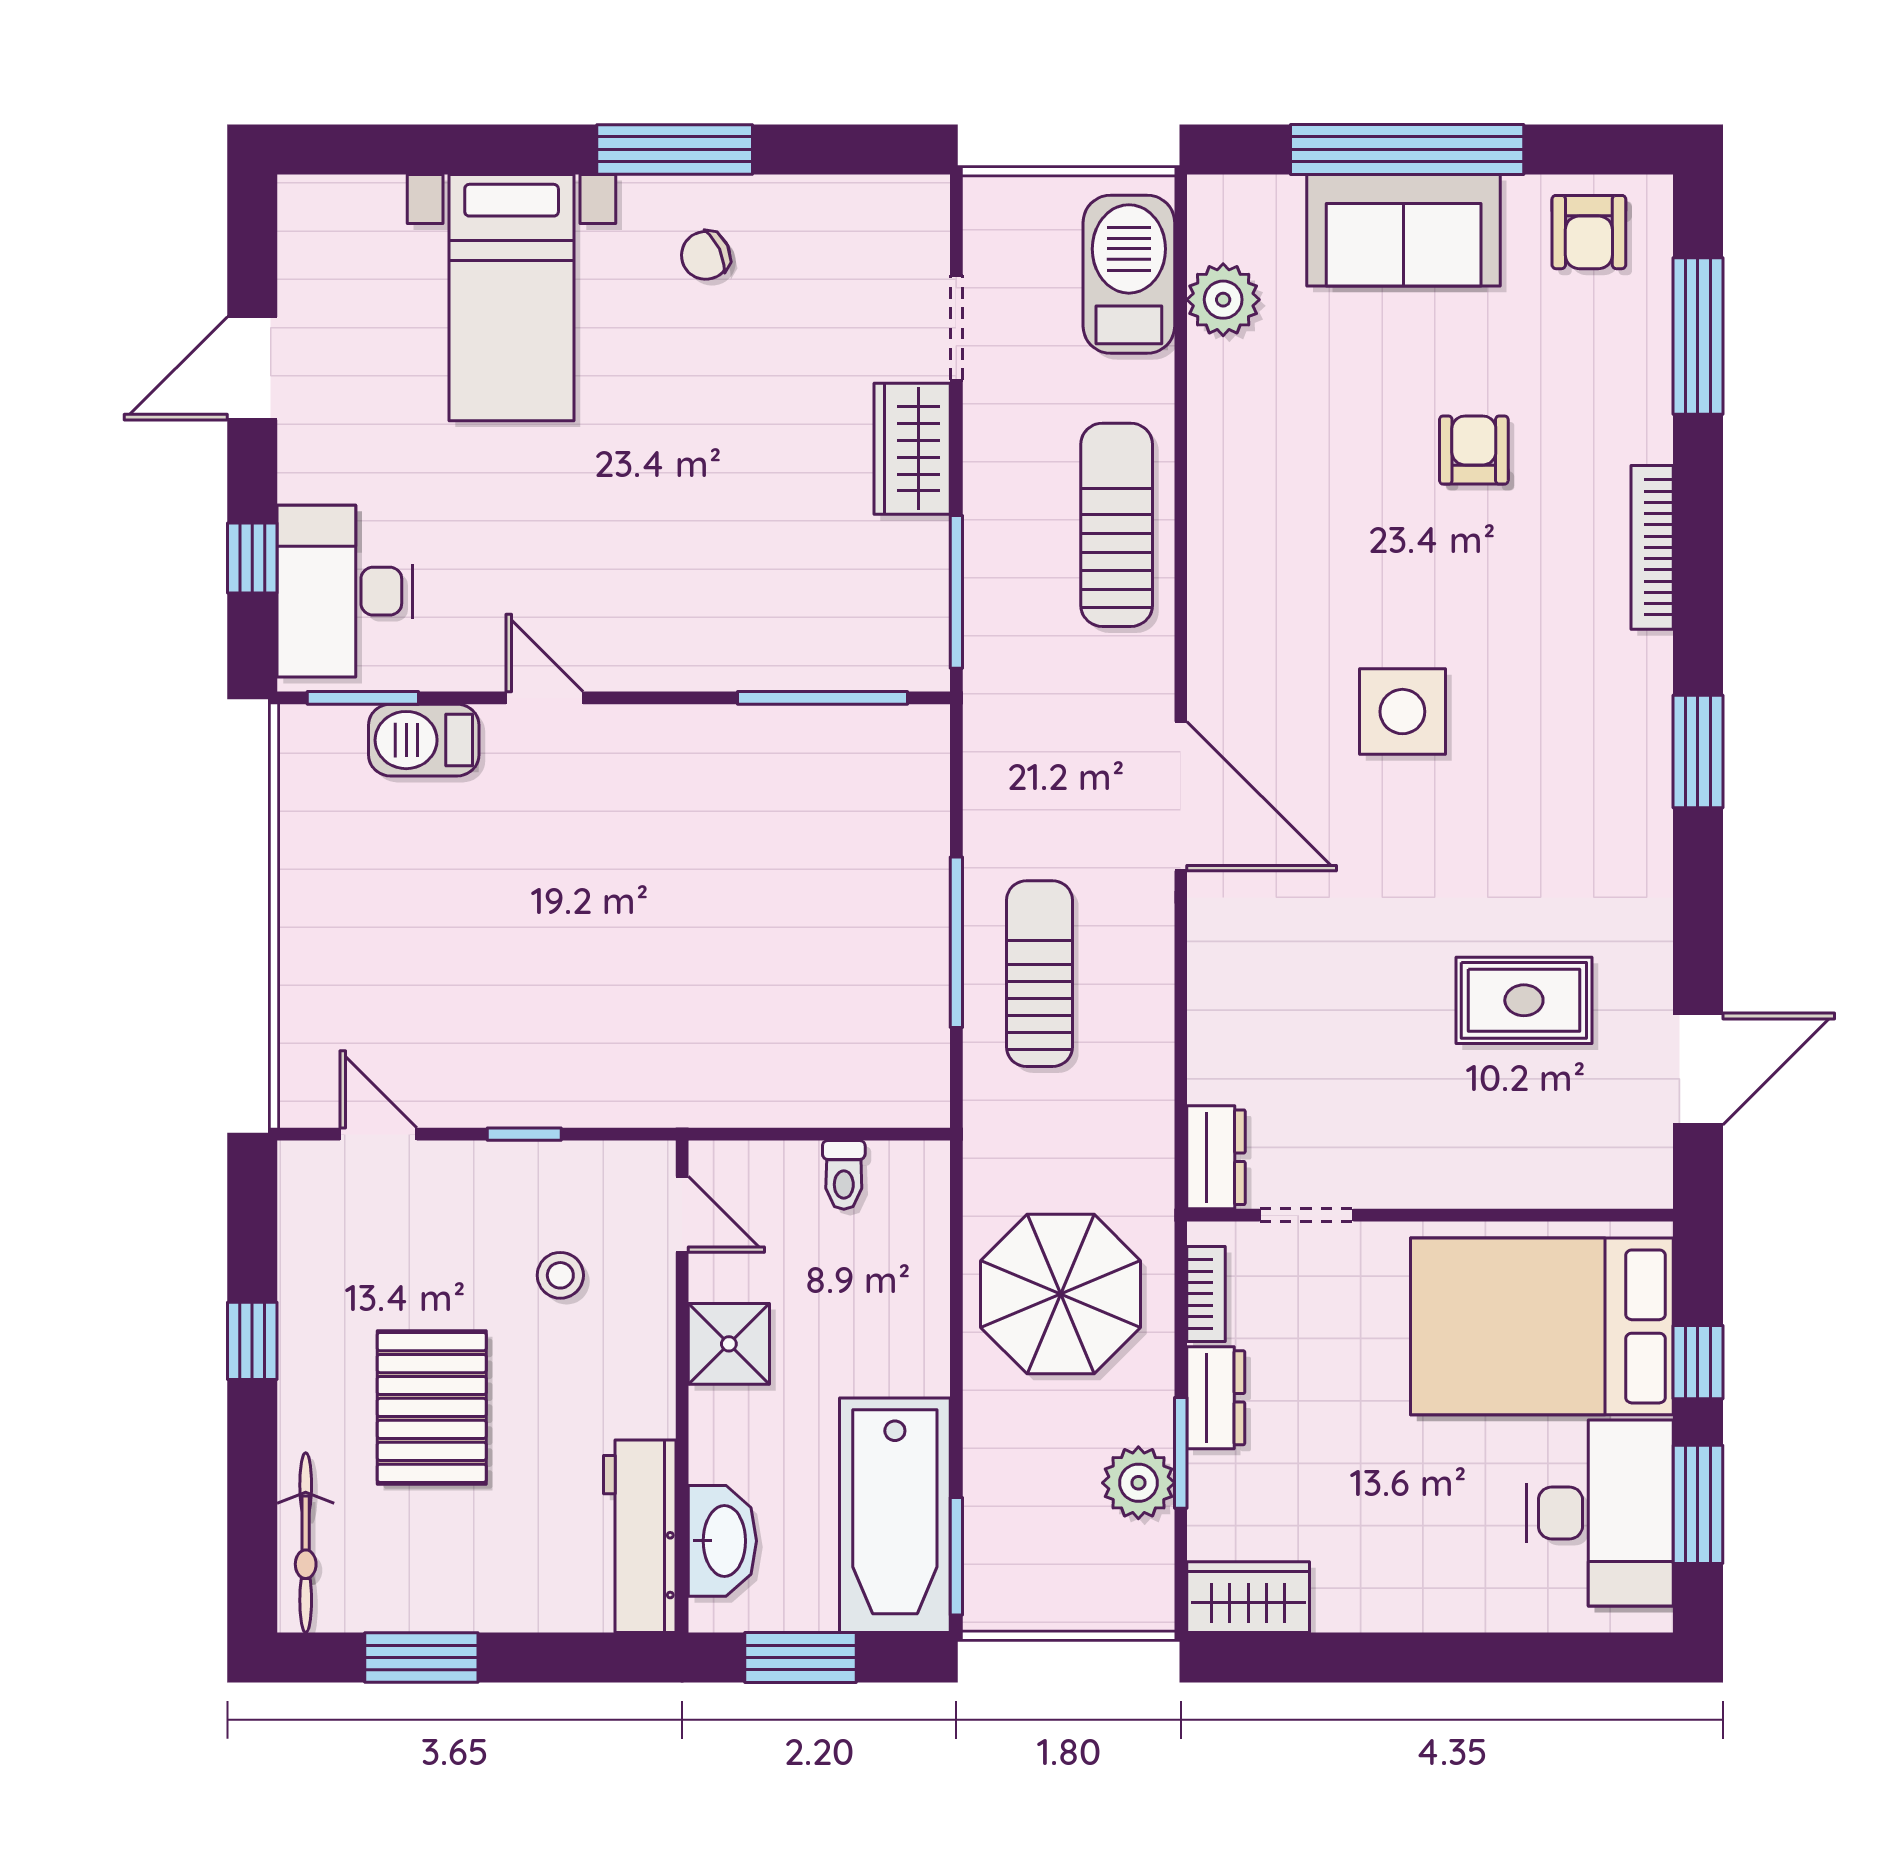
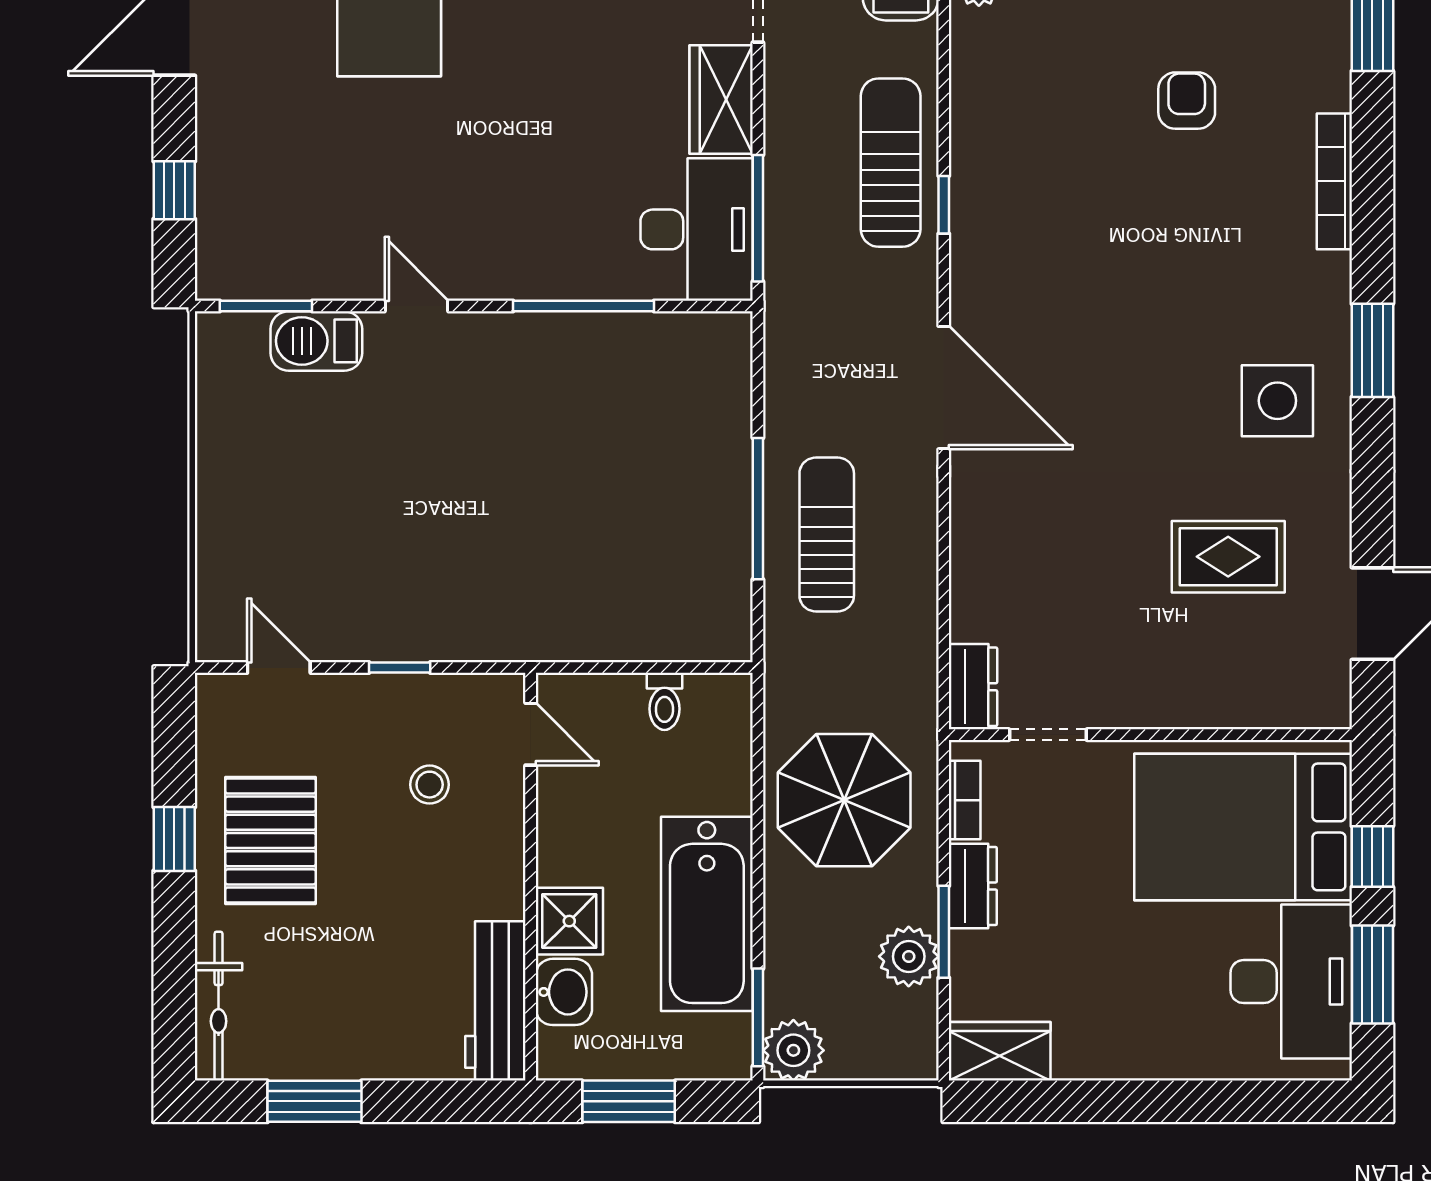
window: (1181, 576) -> (944, 205), added
desk: (345, 591) -> (697, 229), moved, turned 180
window: (822, 698) -> (583, 306), moved
side table: (1402, 712) -> (1277, 401), moved
shower: (729, 1344) -> (569, 921), moved
pallet: (432, 1407) -> (271, 840), moved
bathtub: (895, 1515) -> (707, 914), moved
washbasin: (722, 1541) -> (564, 992), width x0.72
plant: (999, 1596) -> (793, 1050), added

